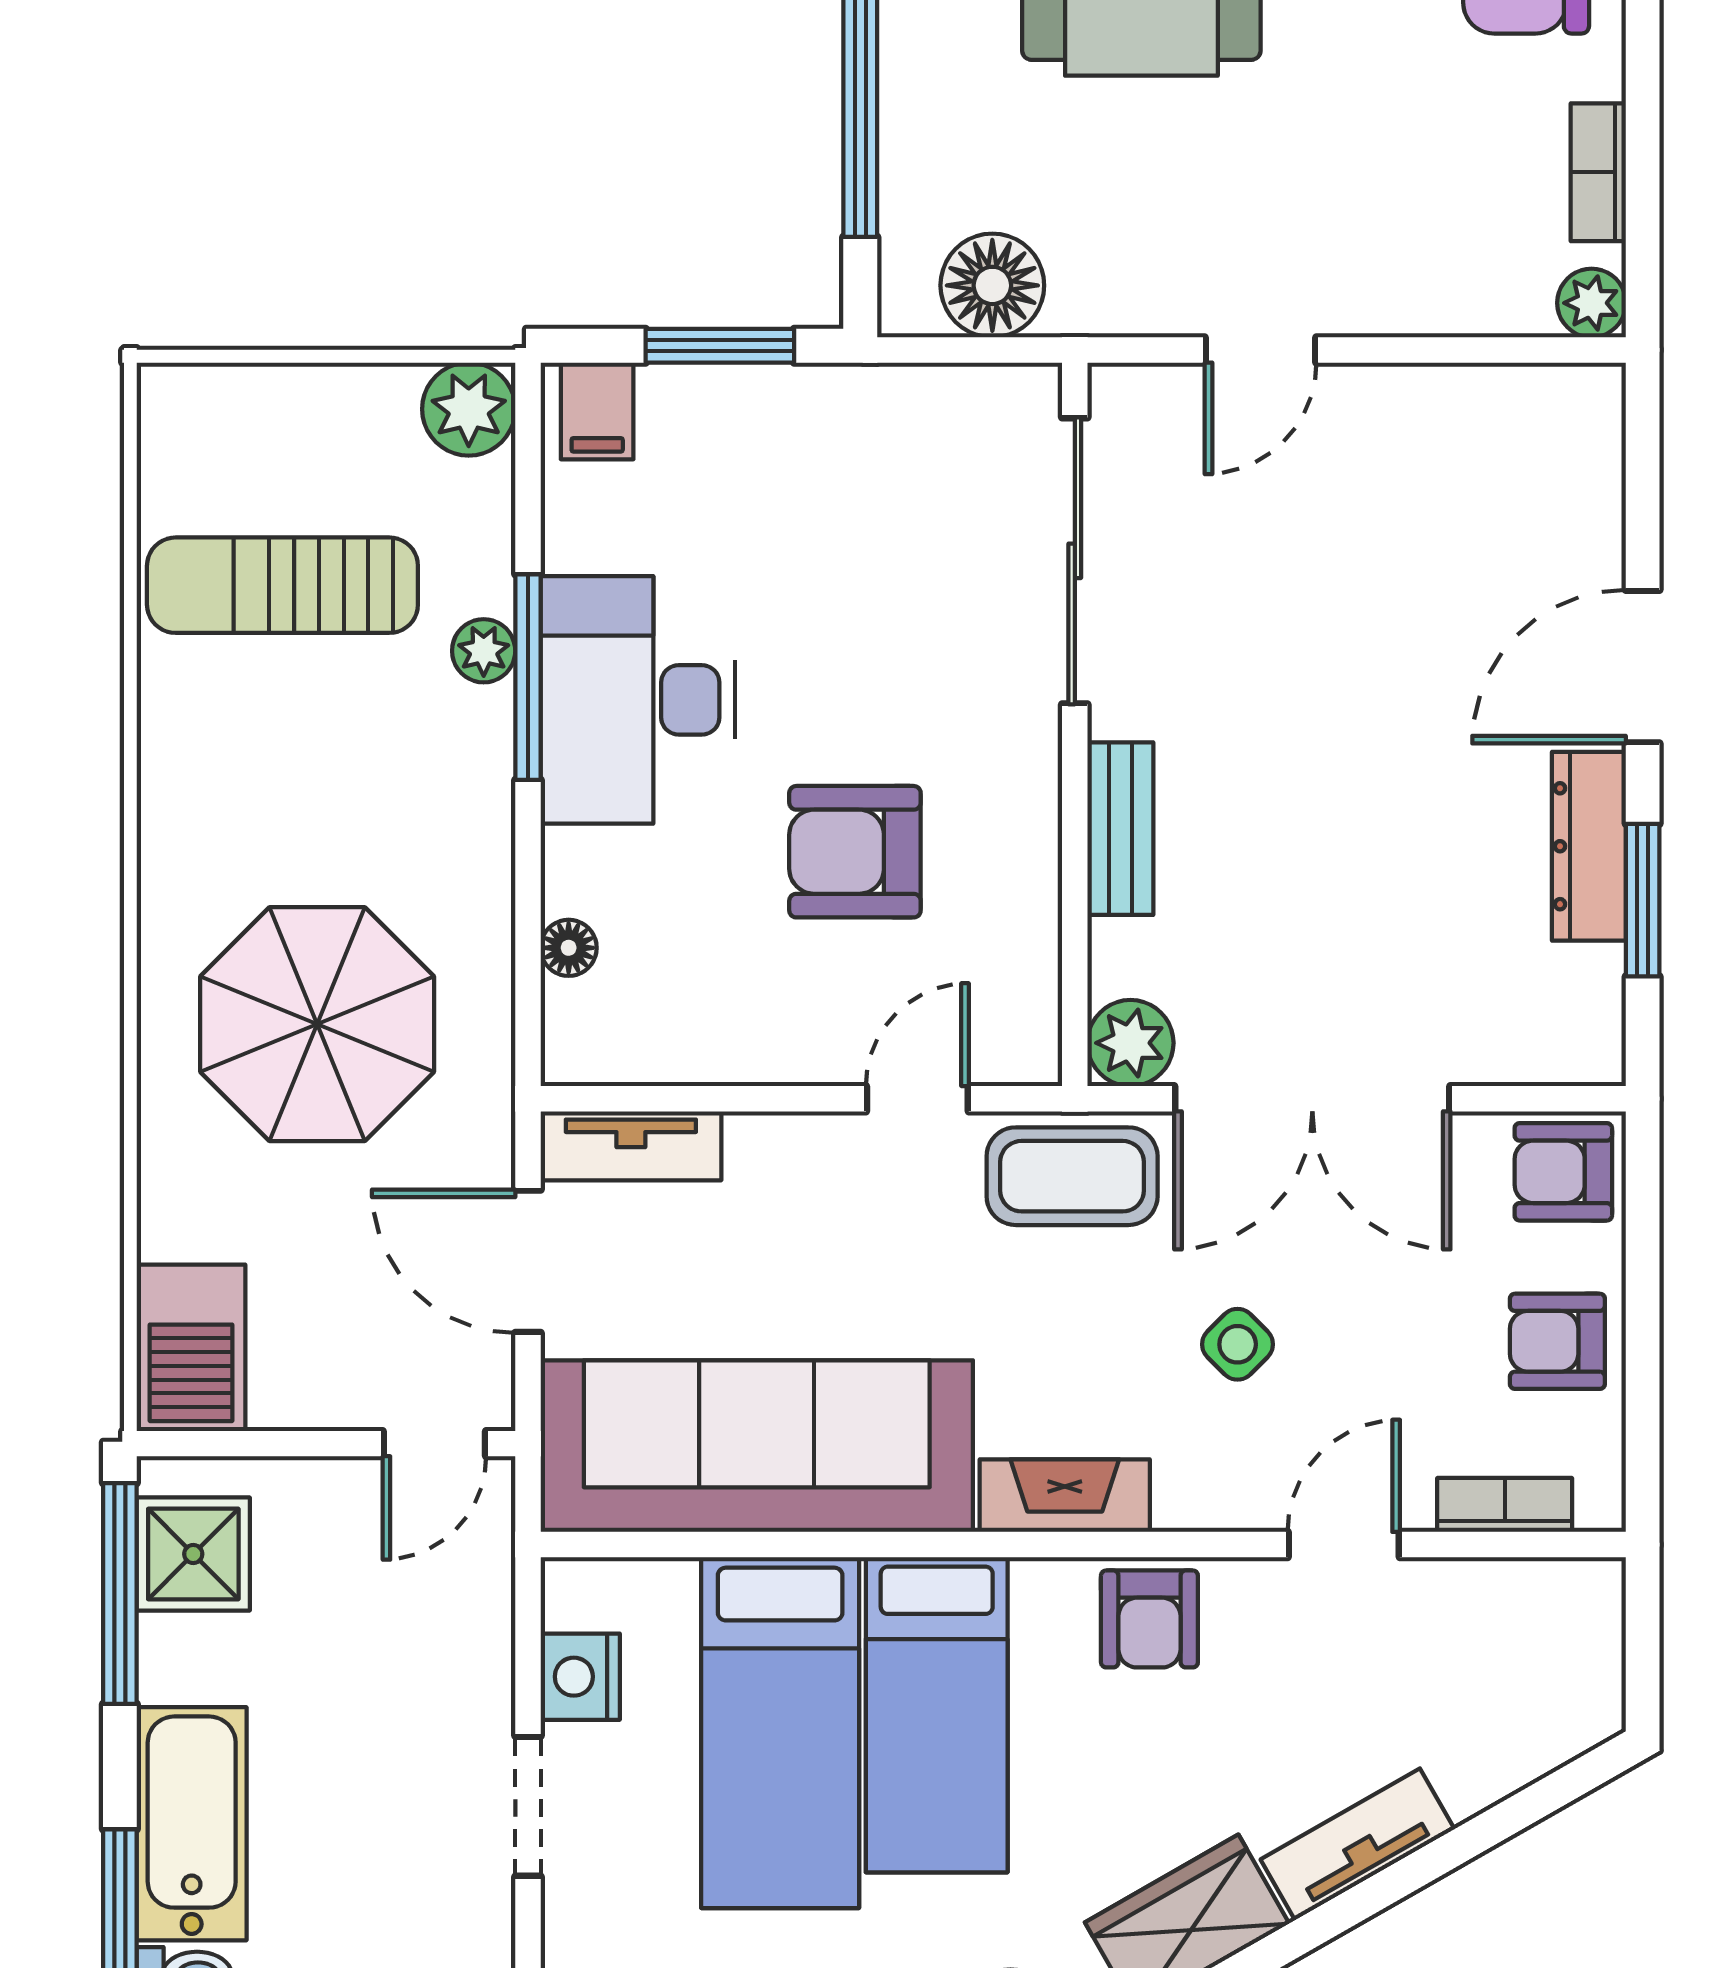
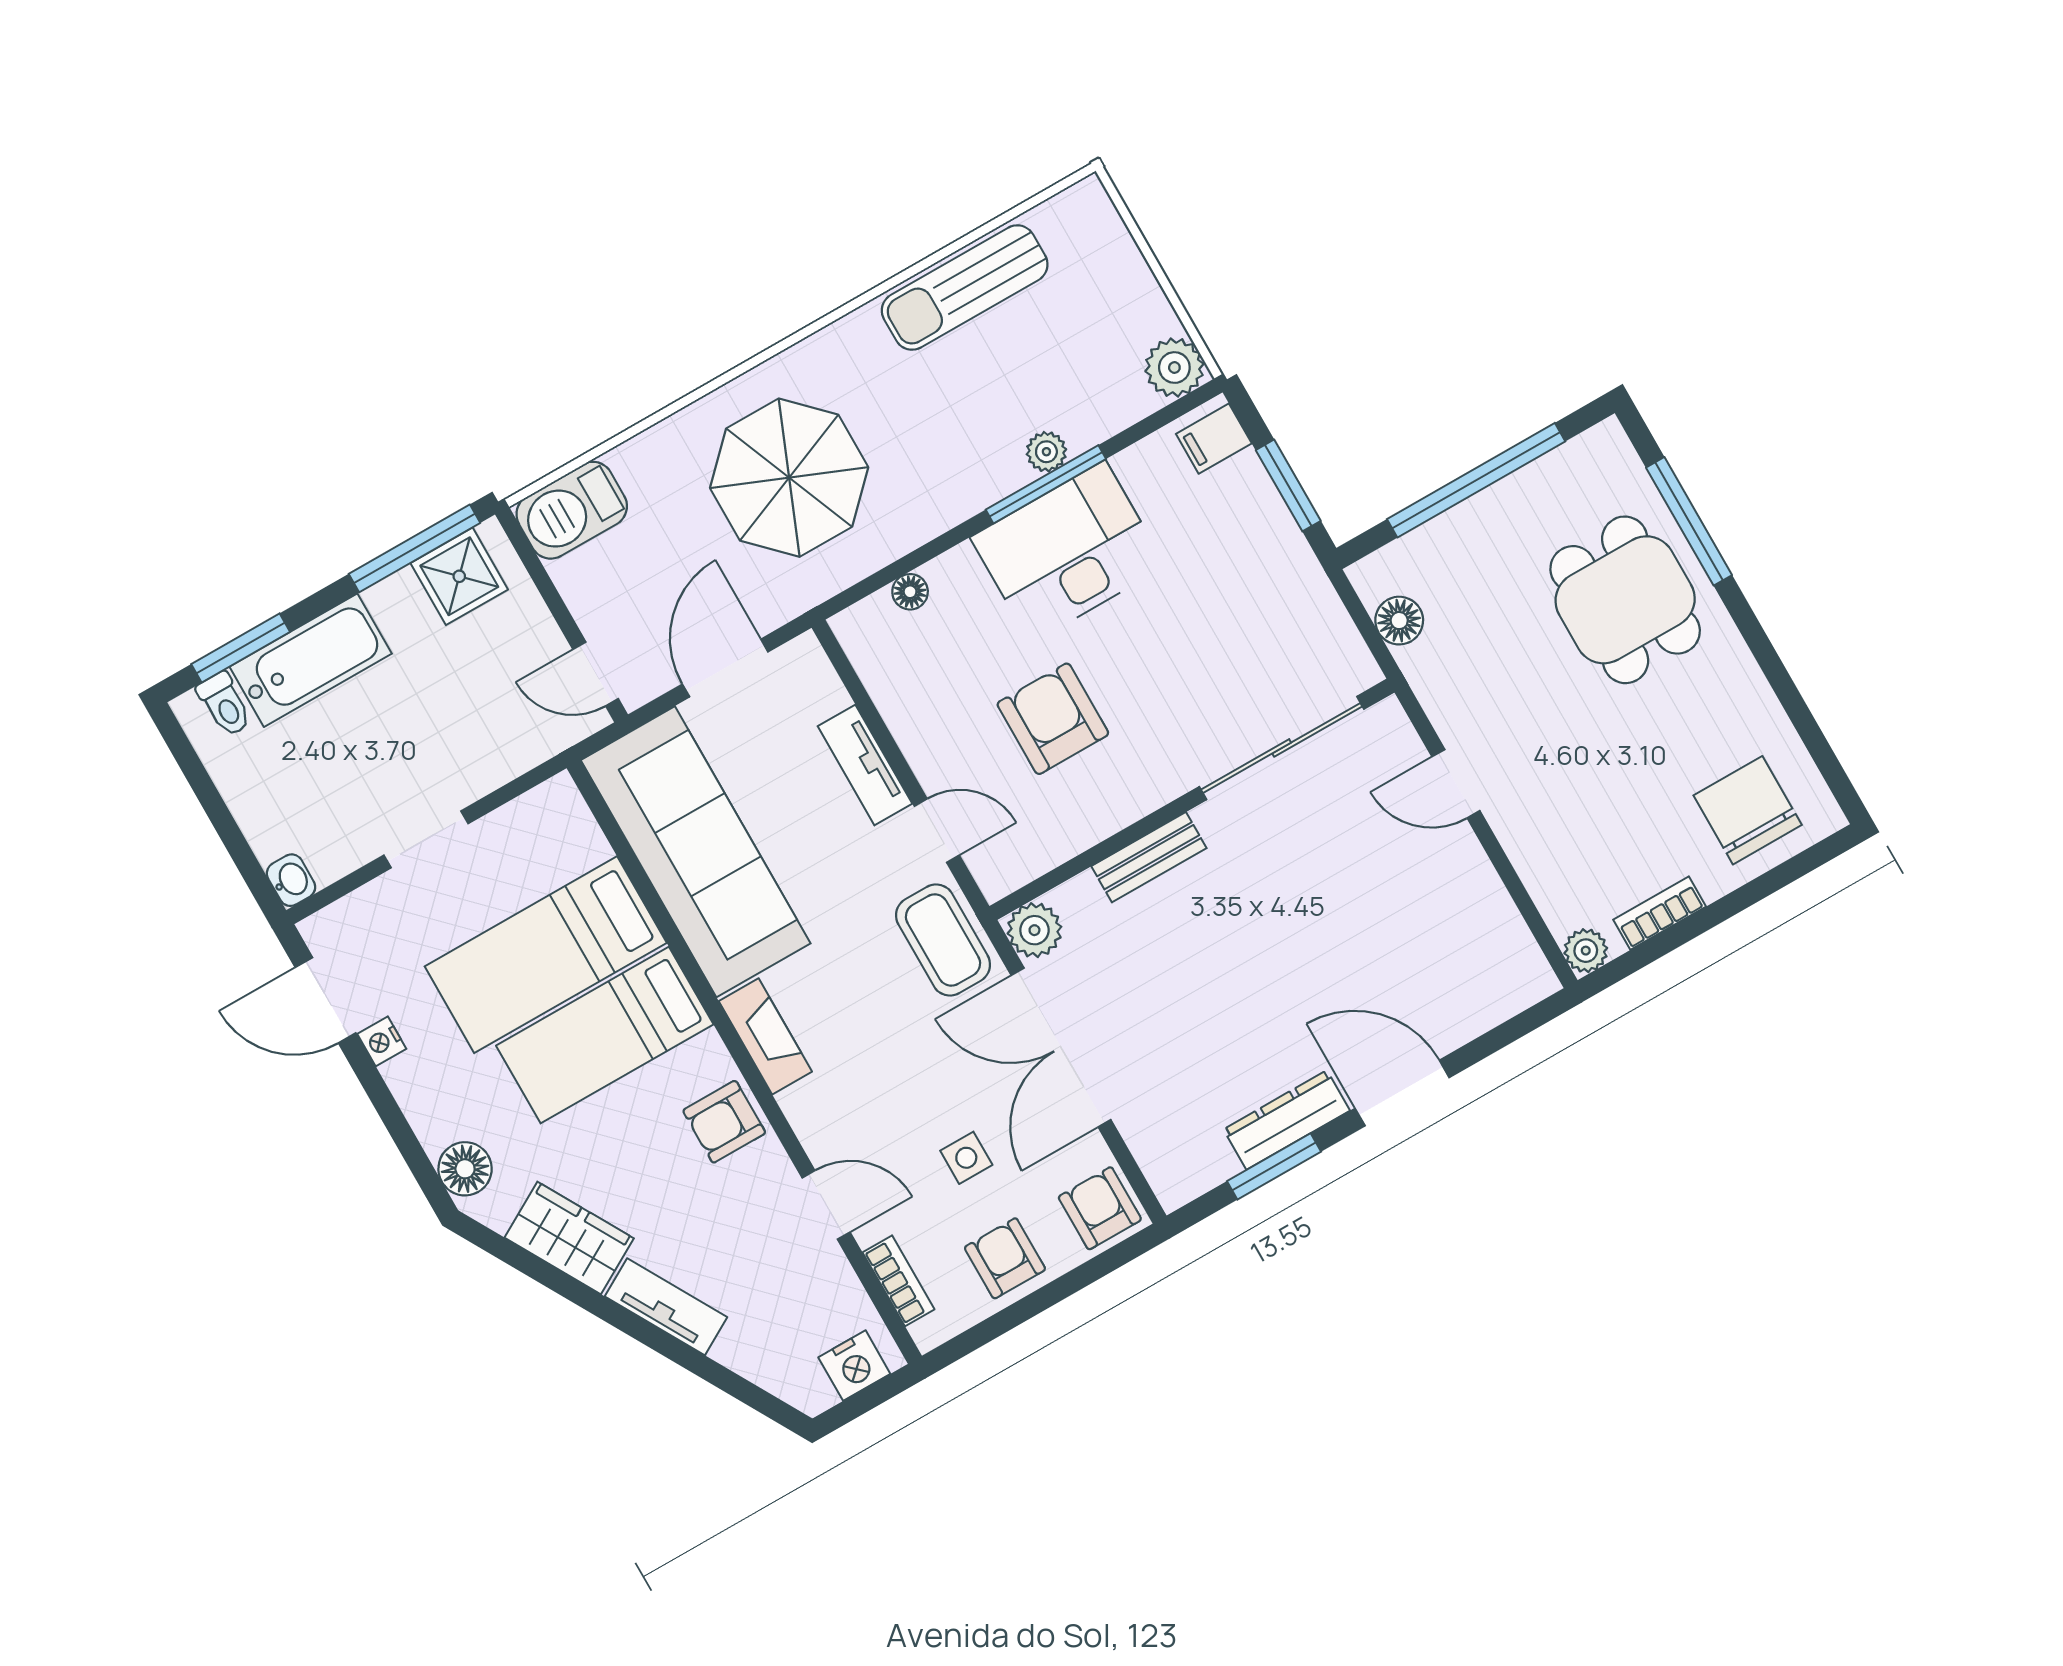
floor lamp: (992, 285) -> (1399, 621), width x0.73, depth x0.73
sun lounger: (282, 585) -> (965, 288), moved, turned -90
tv unit: (631, 1146) -> (865, 765), moved
side table: (1238, 1344) -> (966, 1158), moved, turned 45
nightstand: (580, 1677) -> (854, 1366), moved, turned 180

